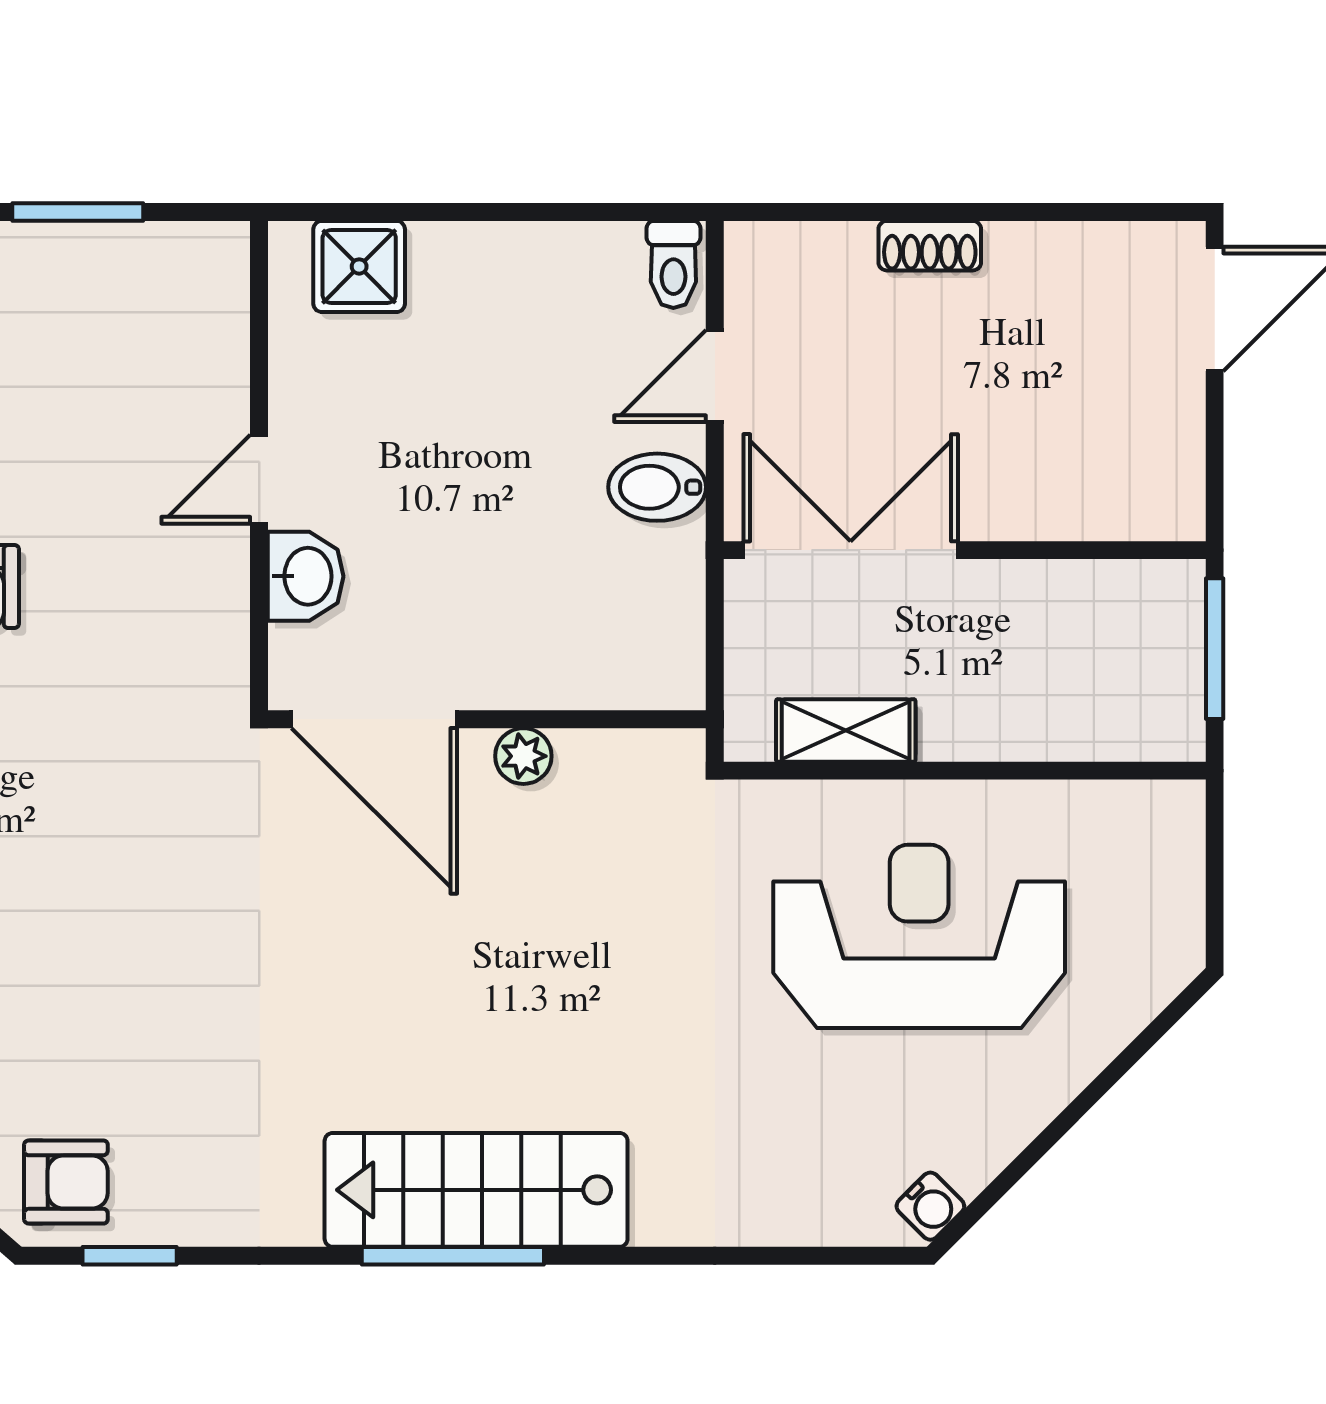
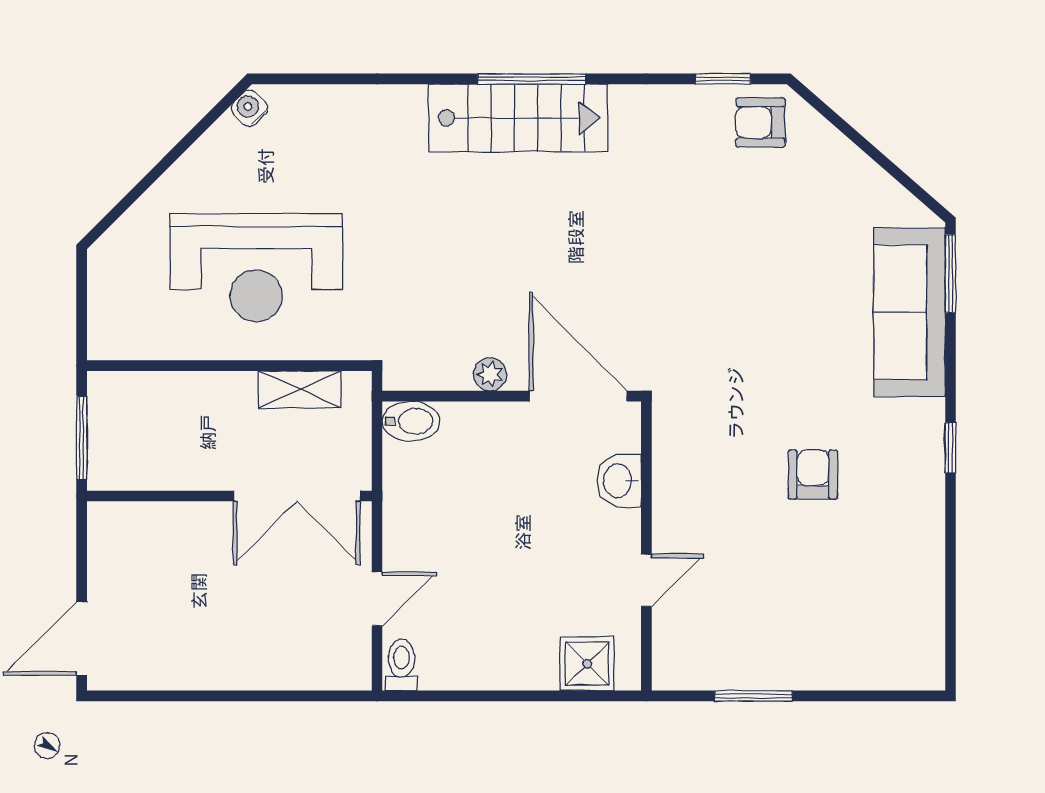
shoe rack: (930, 246) -> (250, 676), removed
door: (259, 479) -> (646, 580), moved
bidet: (657, 487) -> (411, 421), moved

